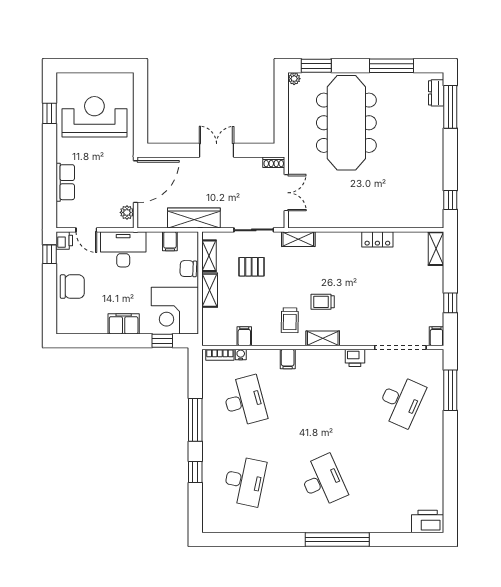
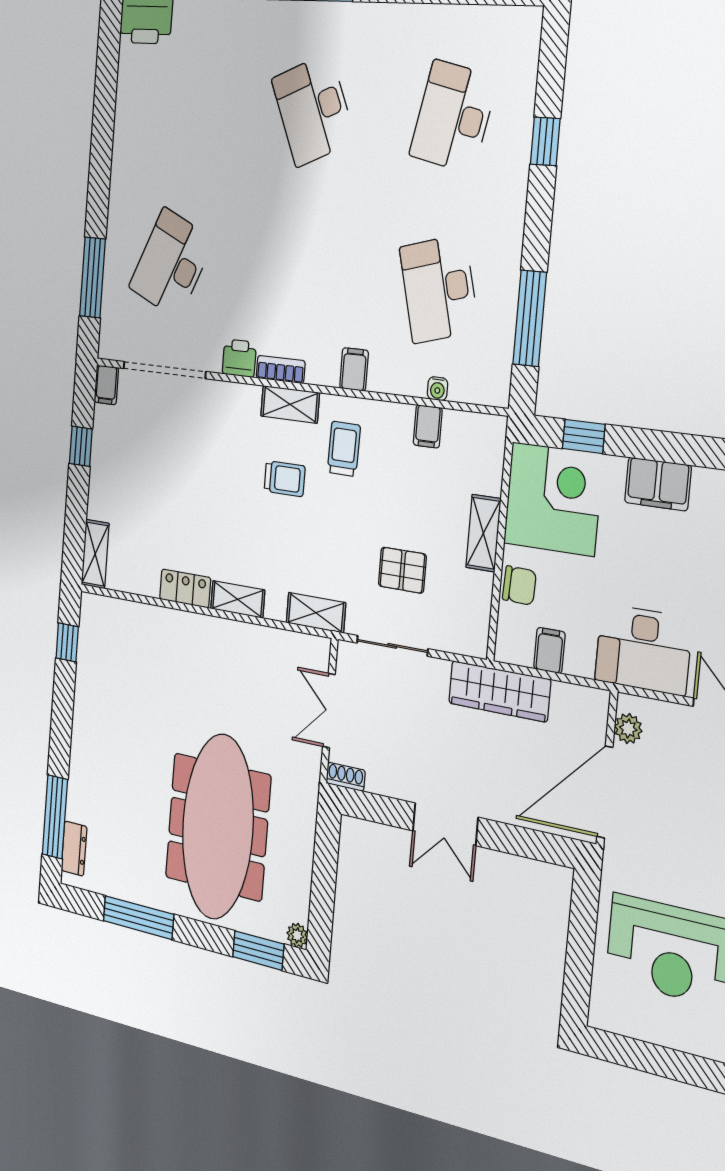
shelving: (209, 256) -> (238, 599), moved, turned 90
bookcase: (220, 355) -> (281, 369), moved
window: (195, 420) -> (530, 318), moved

